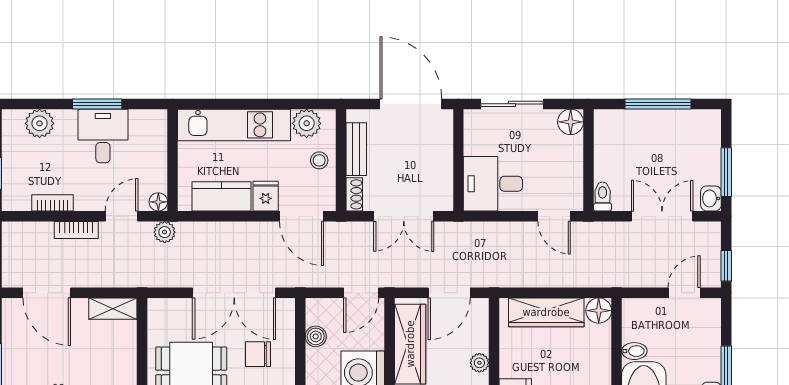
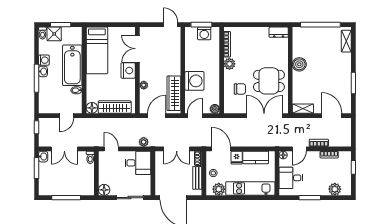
desk: (103, 136) -> (291, 178), moved, turned 90
double door: (404, 216) -> (177, 149), swing flipped
plant: (165, 232) -> (144, 142), moved
double door: (234, 293) -> (264, 116), moved
door: (684, 293) -> (67, 116), moved
boiler: (316, 336) -> (215, 109), moved

